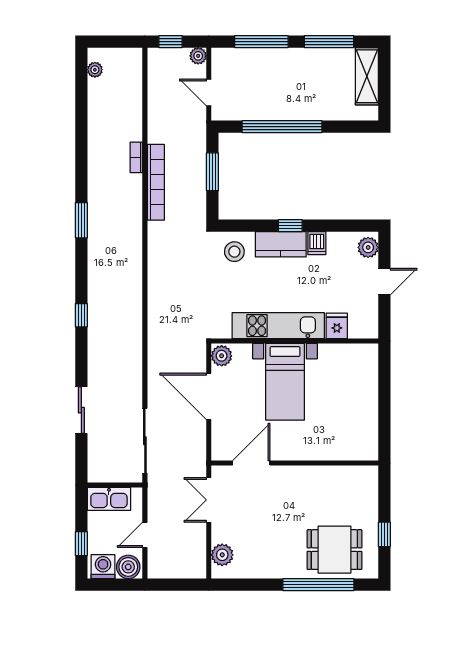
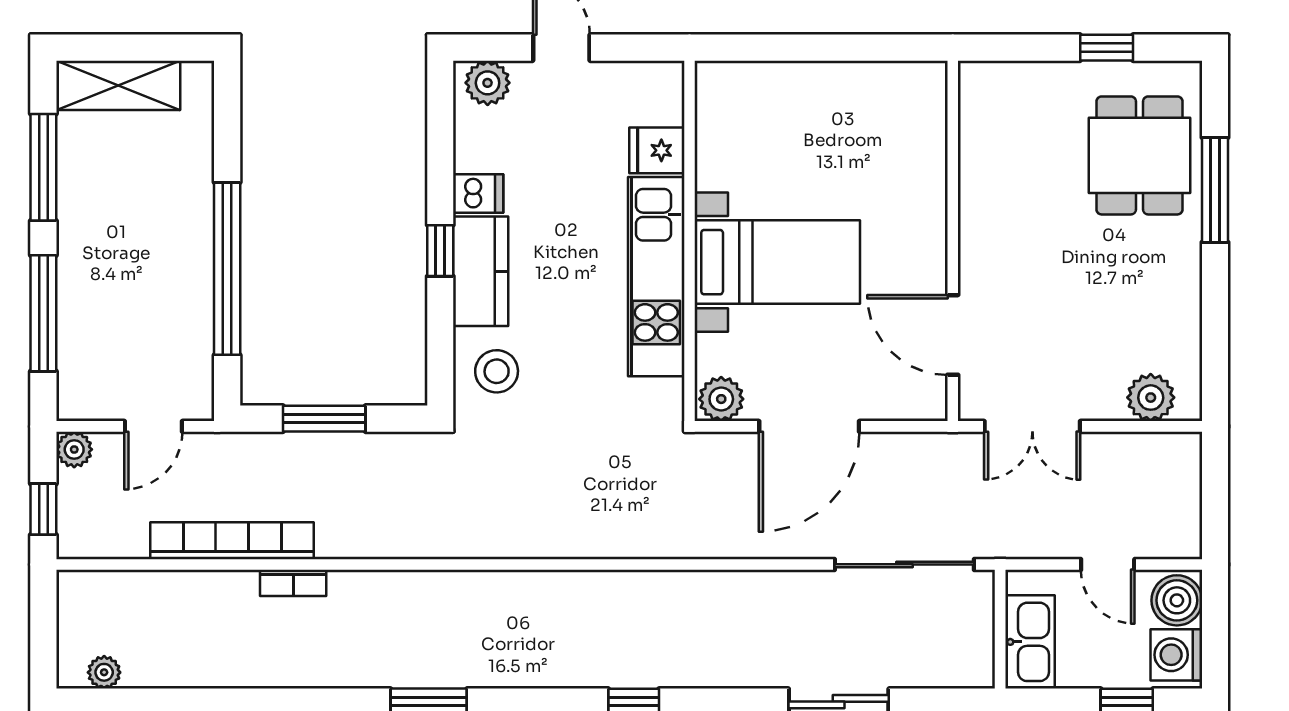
bookcase: (156, 182) -> (232, 541), moved
window: (318, 585) -> (1215, 190), width x0.68

